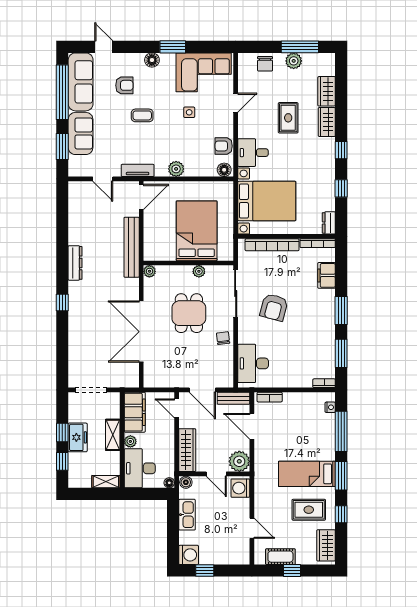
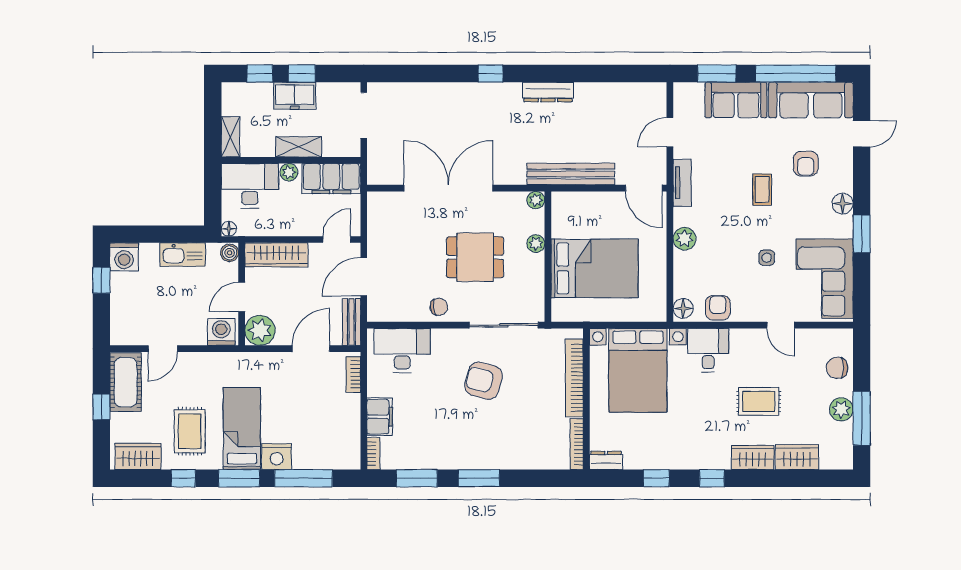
plant: (199, 271) -> (536, 244), moved
filing cabinet: (327, 275) -> (380, 417), moved, turned 90
nightstand: (330, 407) -> (277, 457), moved, width x1.89, depth x1.79
cot: (280, 557) -> (126, 382), width x1.37, depth x1.34

